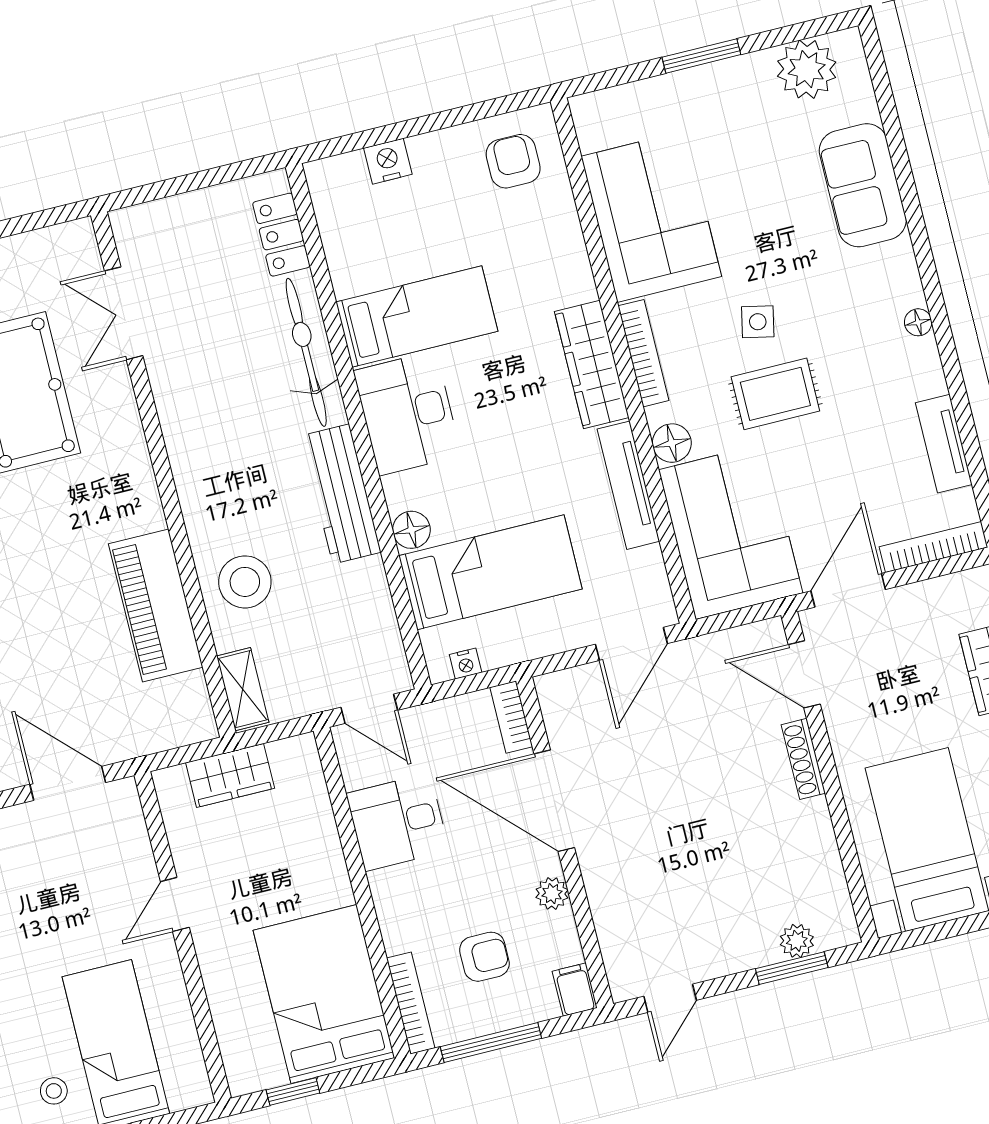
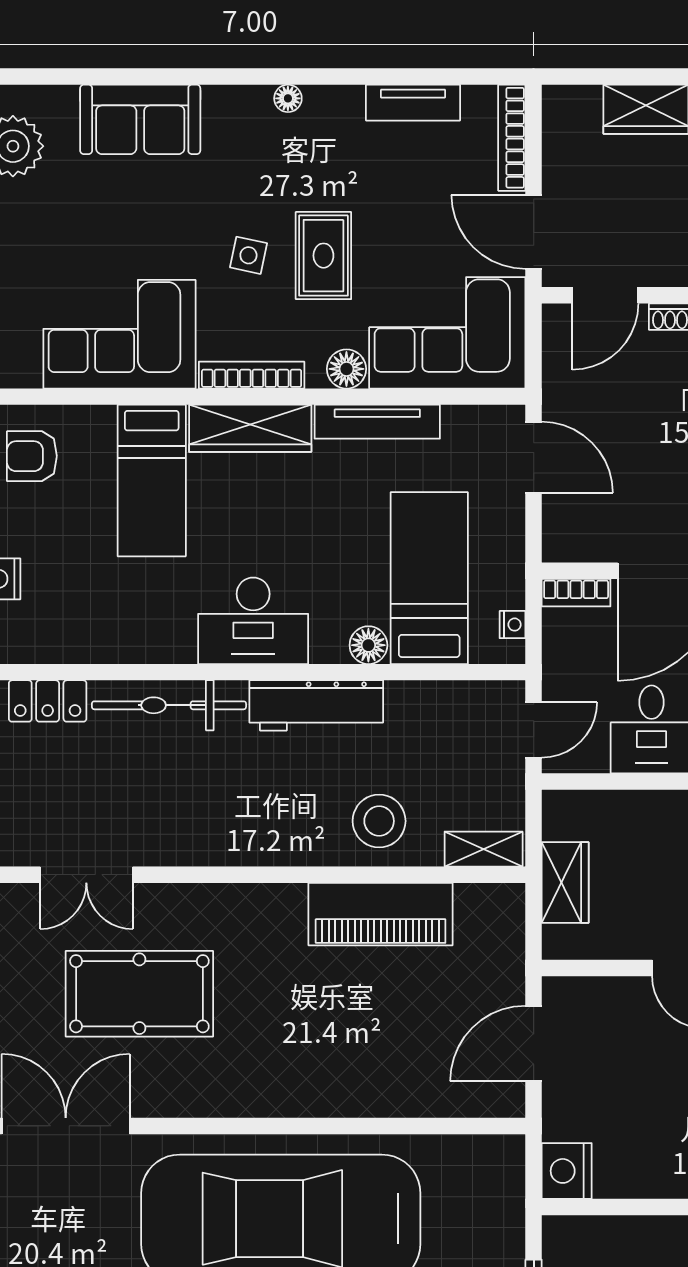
bed: (417, 317) -> (152, 481), moved, turned 180

